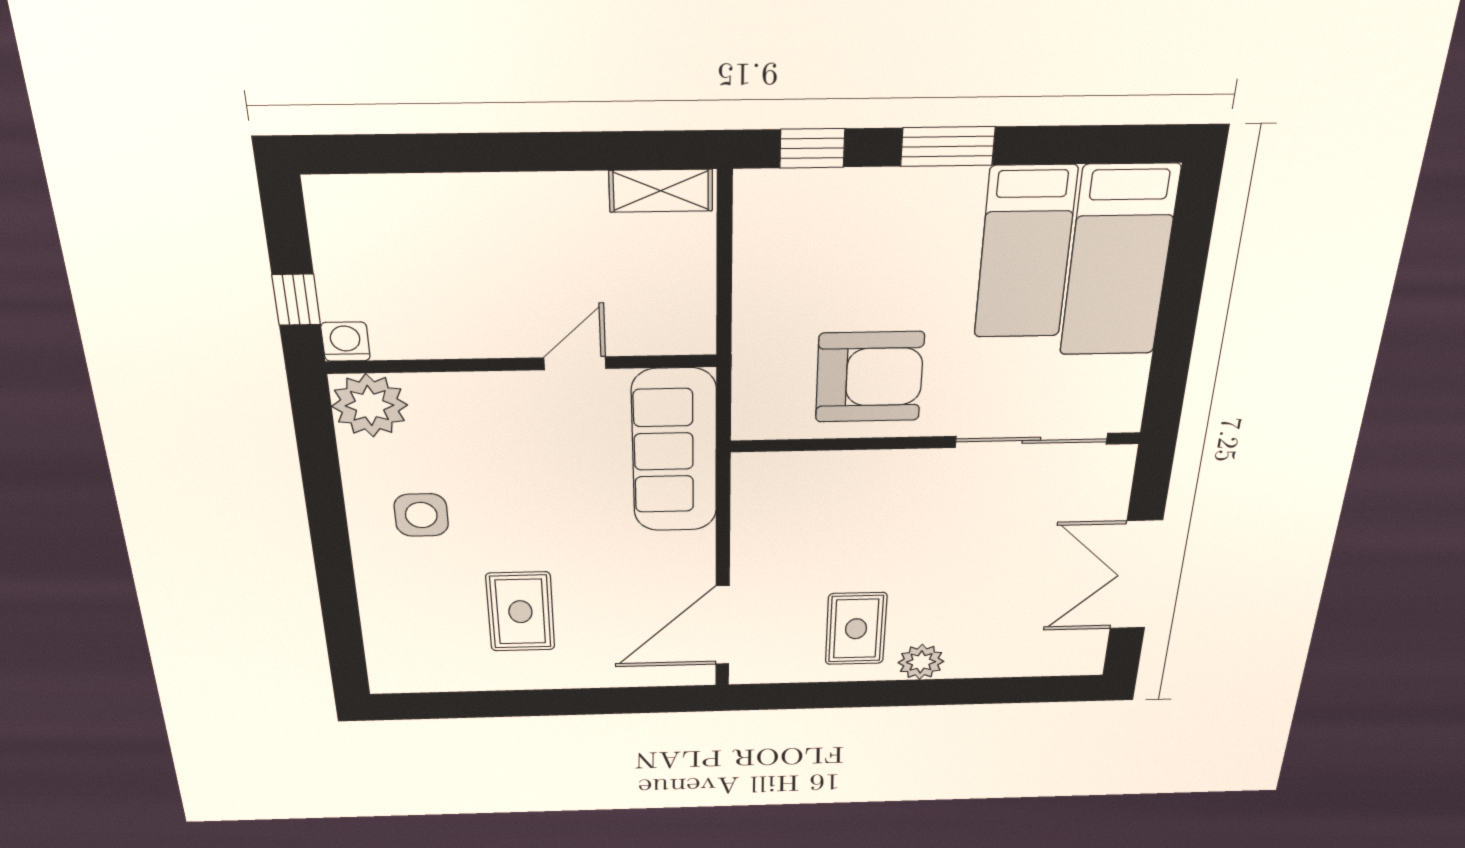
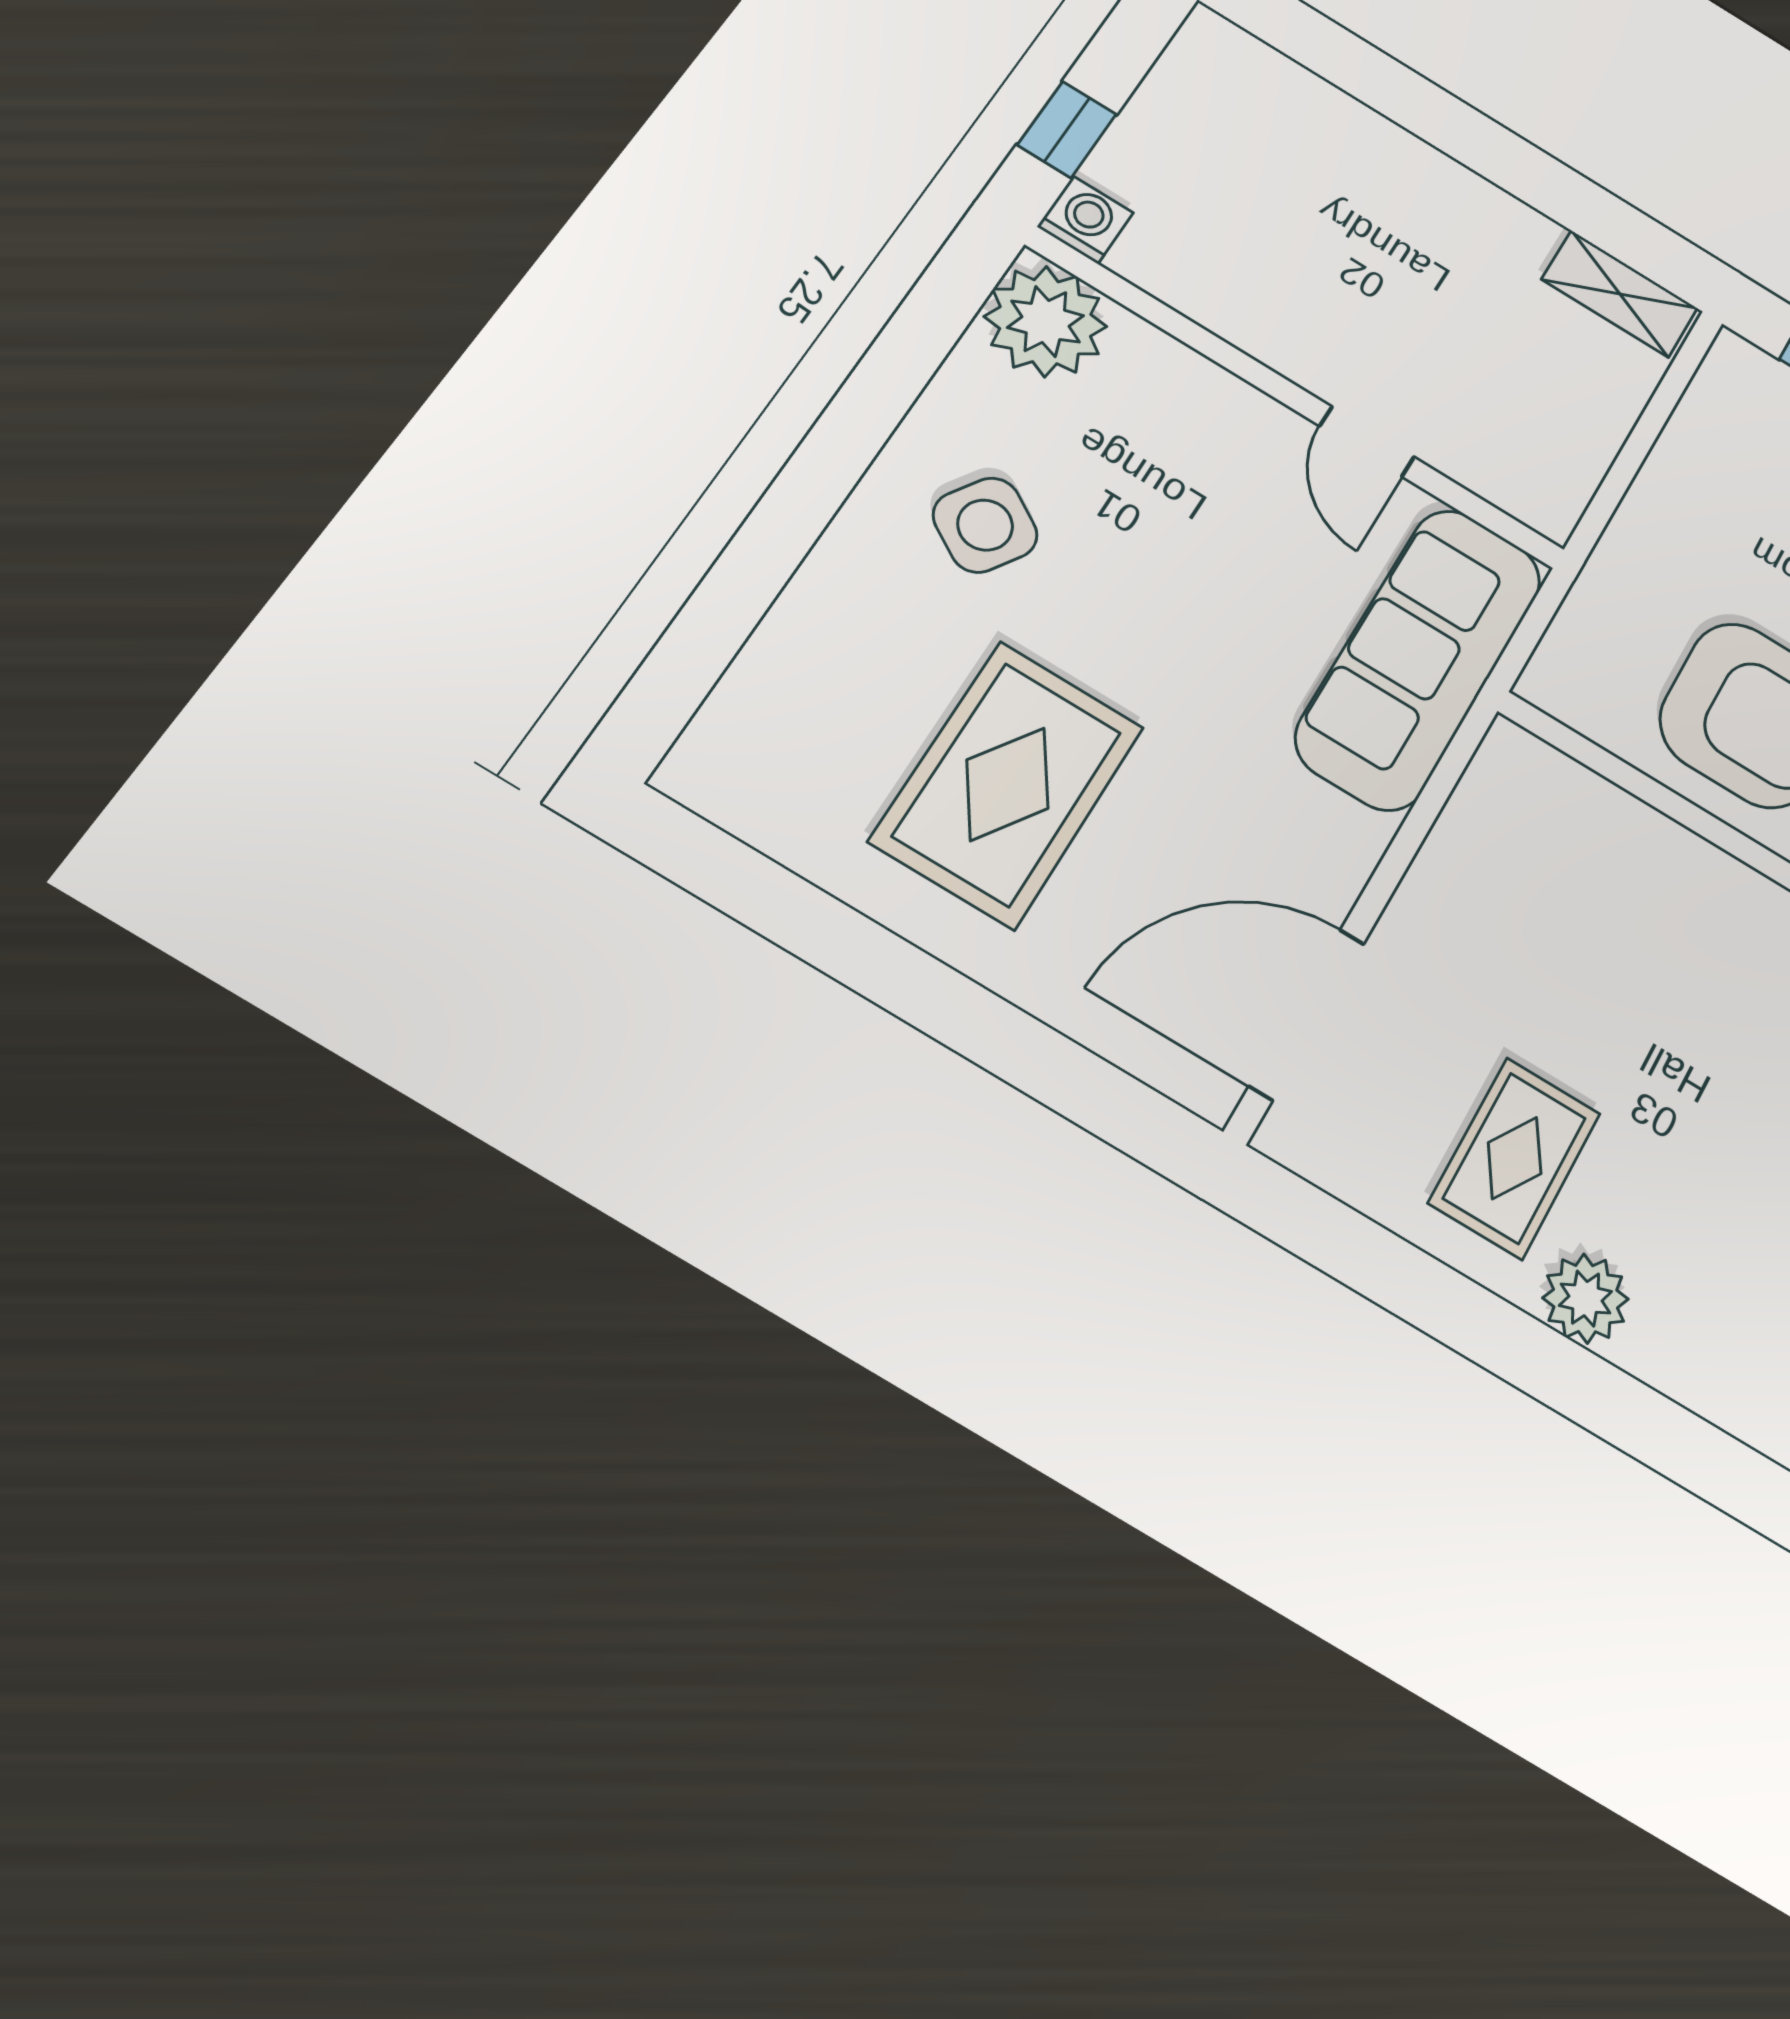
door: (575, 363) -> (1367, 442), swing flipped
side table: (421, 515) -> (985, 525), turned 32
rug: (520, 612) -> (1007, 784), width x1.36, depth x1.43

